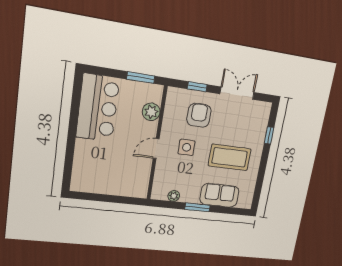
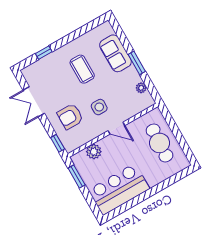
window: (197, 87) -> (58, 143), moved
coffee table: (230, 157) -> (82, 69), width x0.73, depth x0.76
cafe table: (112, 177) -> (160, 143), added

